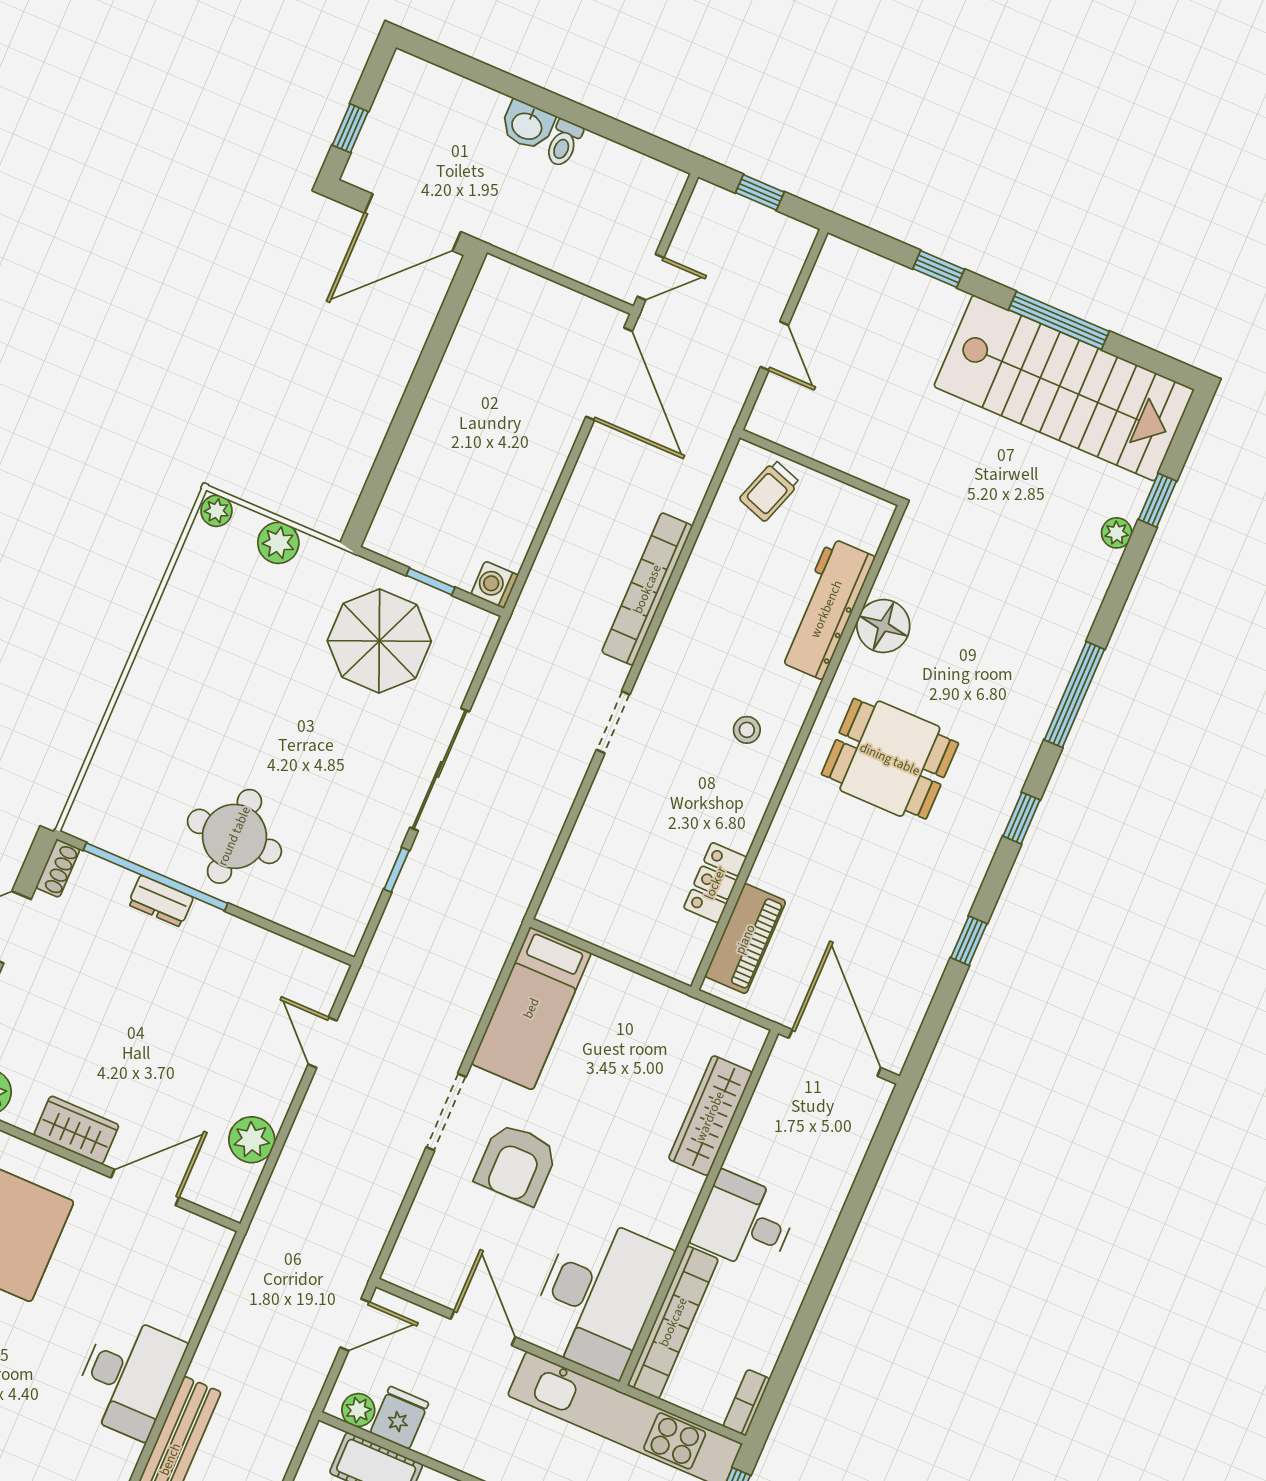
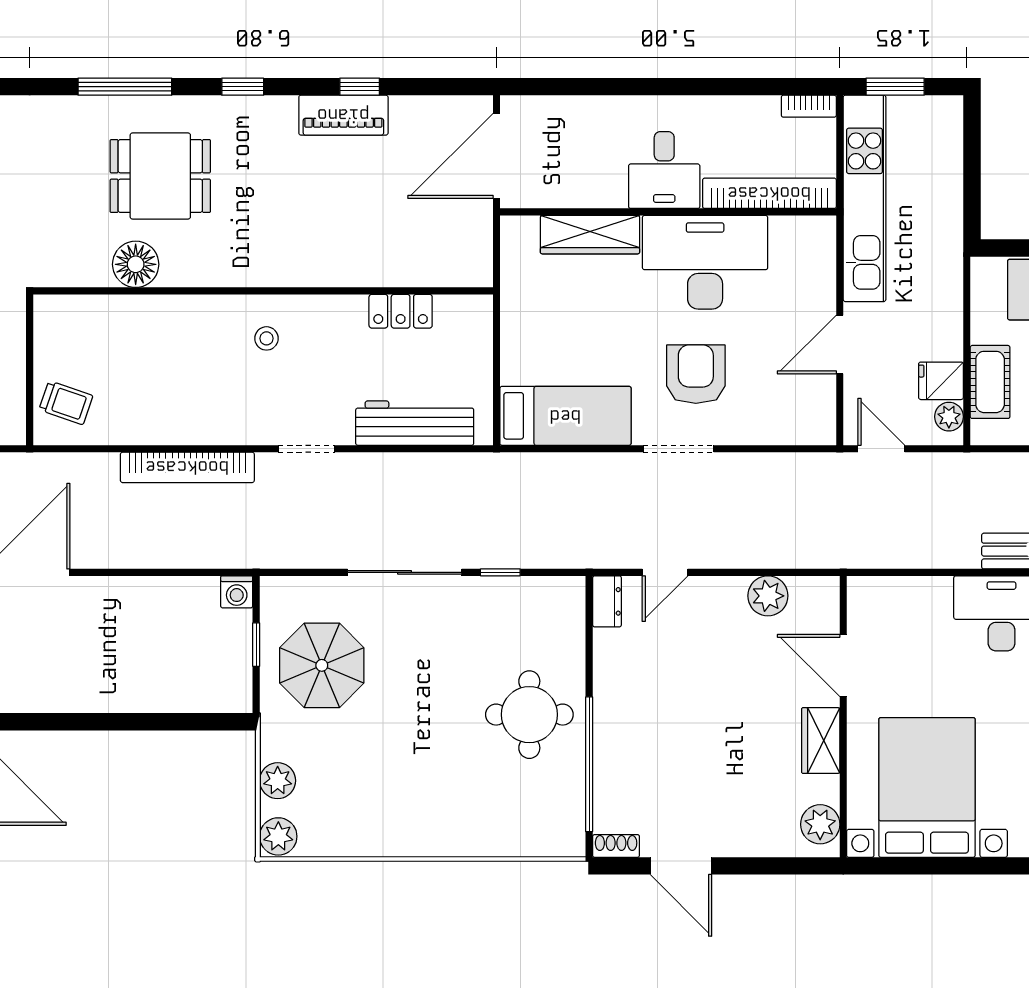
plant: (216, 511) -> (278, 836), width x1.38, depth x1.38
workbench: (826, 609) -> (415, 423), moved, turned 180
dining table: (890, 759) -> (160, 176), moved, turned 90
dresser: (161, 901) -> (607, 601), moved
piano: (745, 939) -> (343, 115), moved, turned 180
armchair: (516, 1164) -> (696, 374), turned -90
desk: (599, 1296) -> (705, 262), moved

